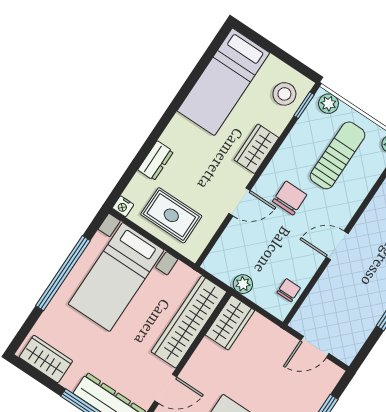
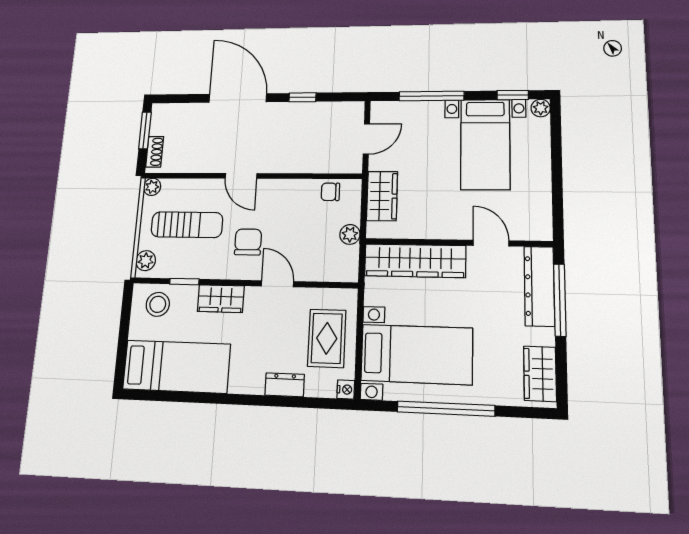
window: (304, 105) -> (184, 281), moved
sun lounger: (338, 155) -> (187, 225), turned 180
chair: (290, 198) -> (248, 242), turned 90
door: (337, 245) -> (241, 176), moved
wardrobe: (230, 323) -> (382, 196), moved, turned 90
door: (315, 347) -> (366, 139), hinge flipped

